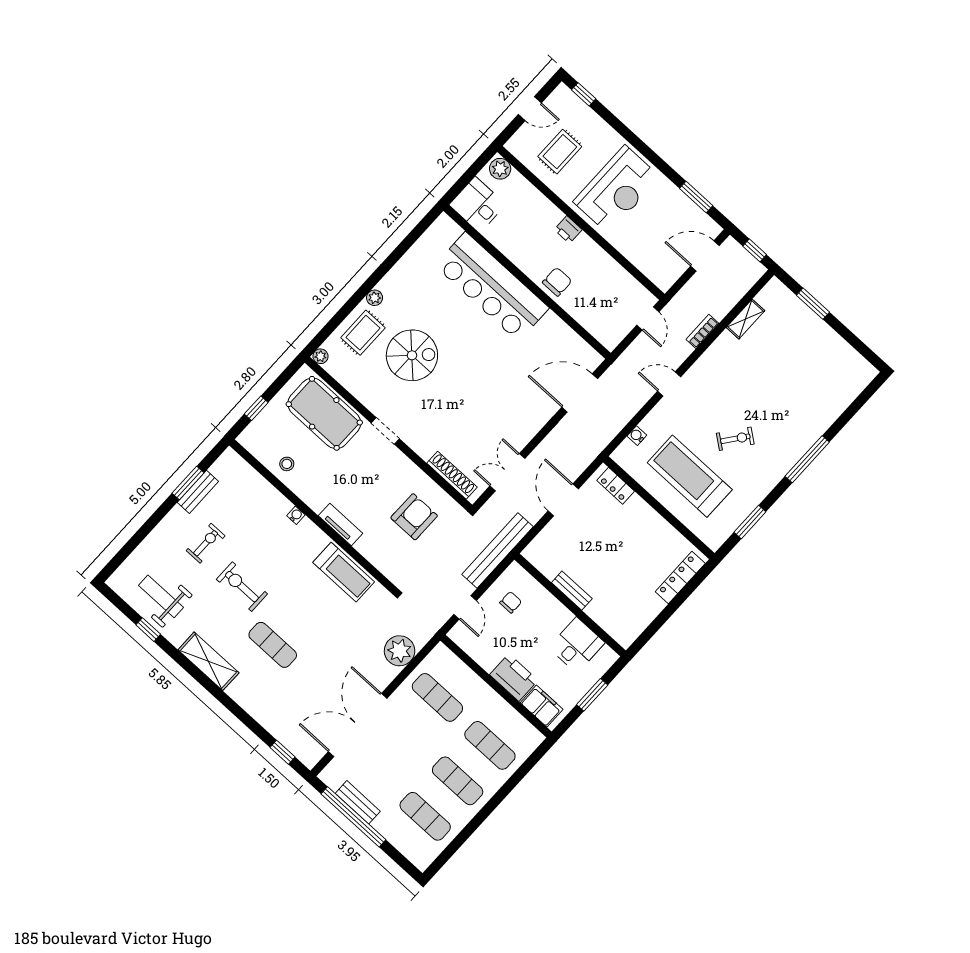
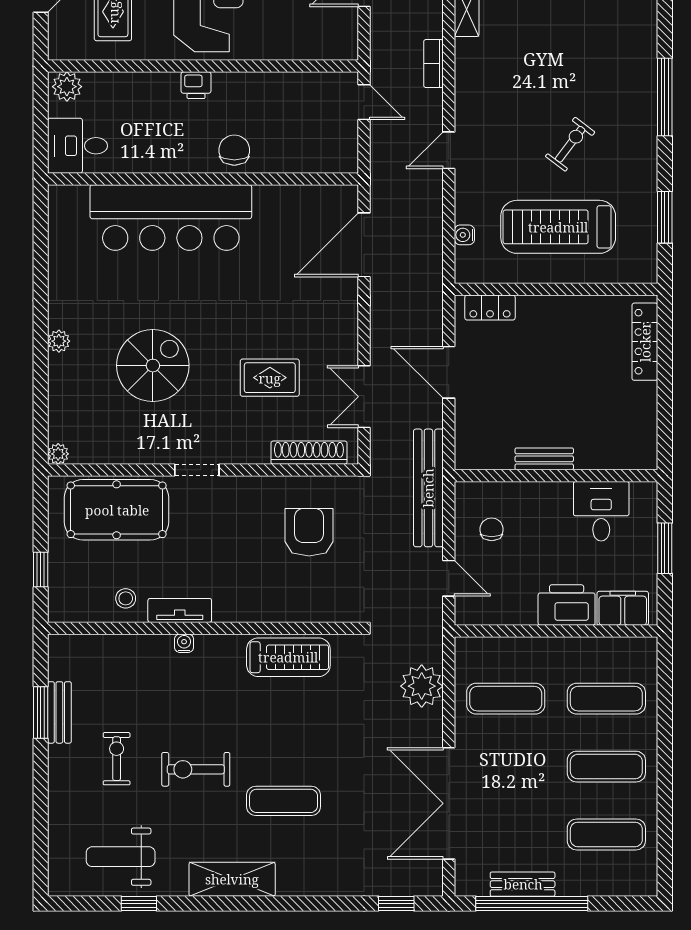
rug: (363, 333) -> (270, 378), moved, turned 90
tv unit: (341, 525) -> (180, 610), moved

